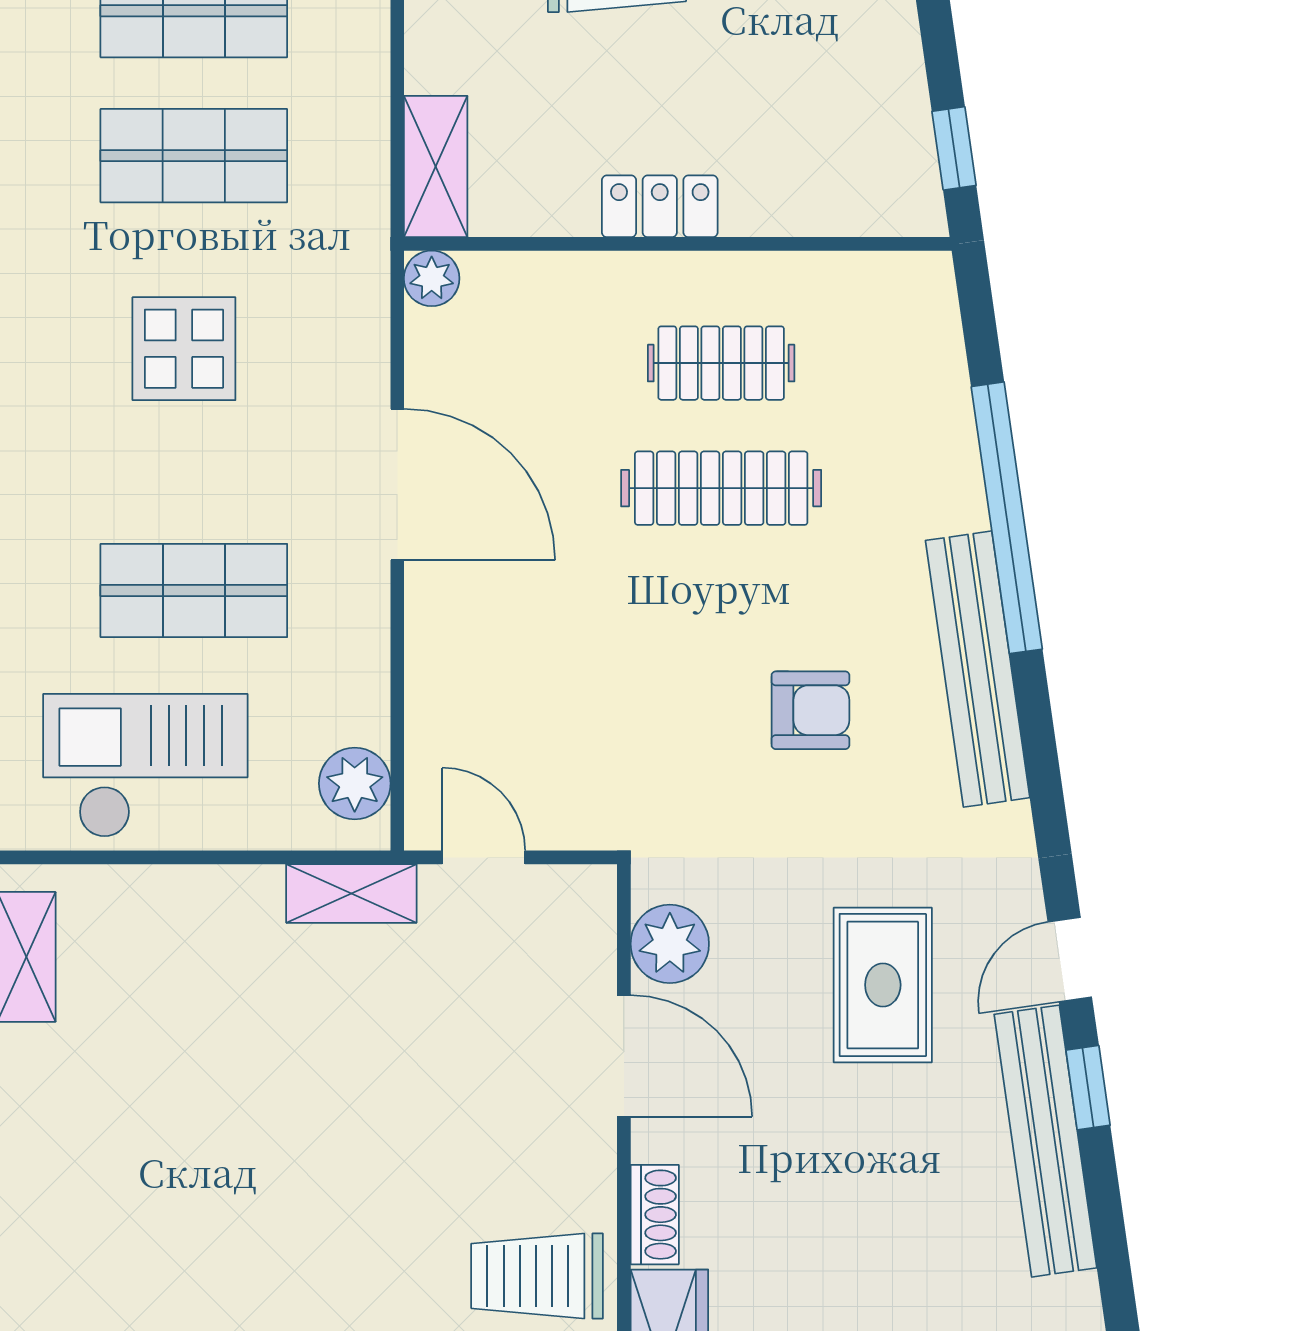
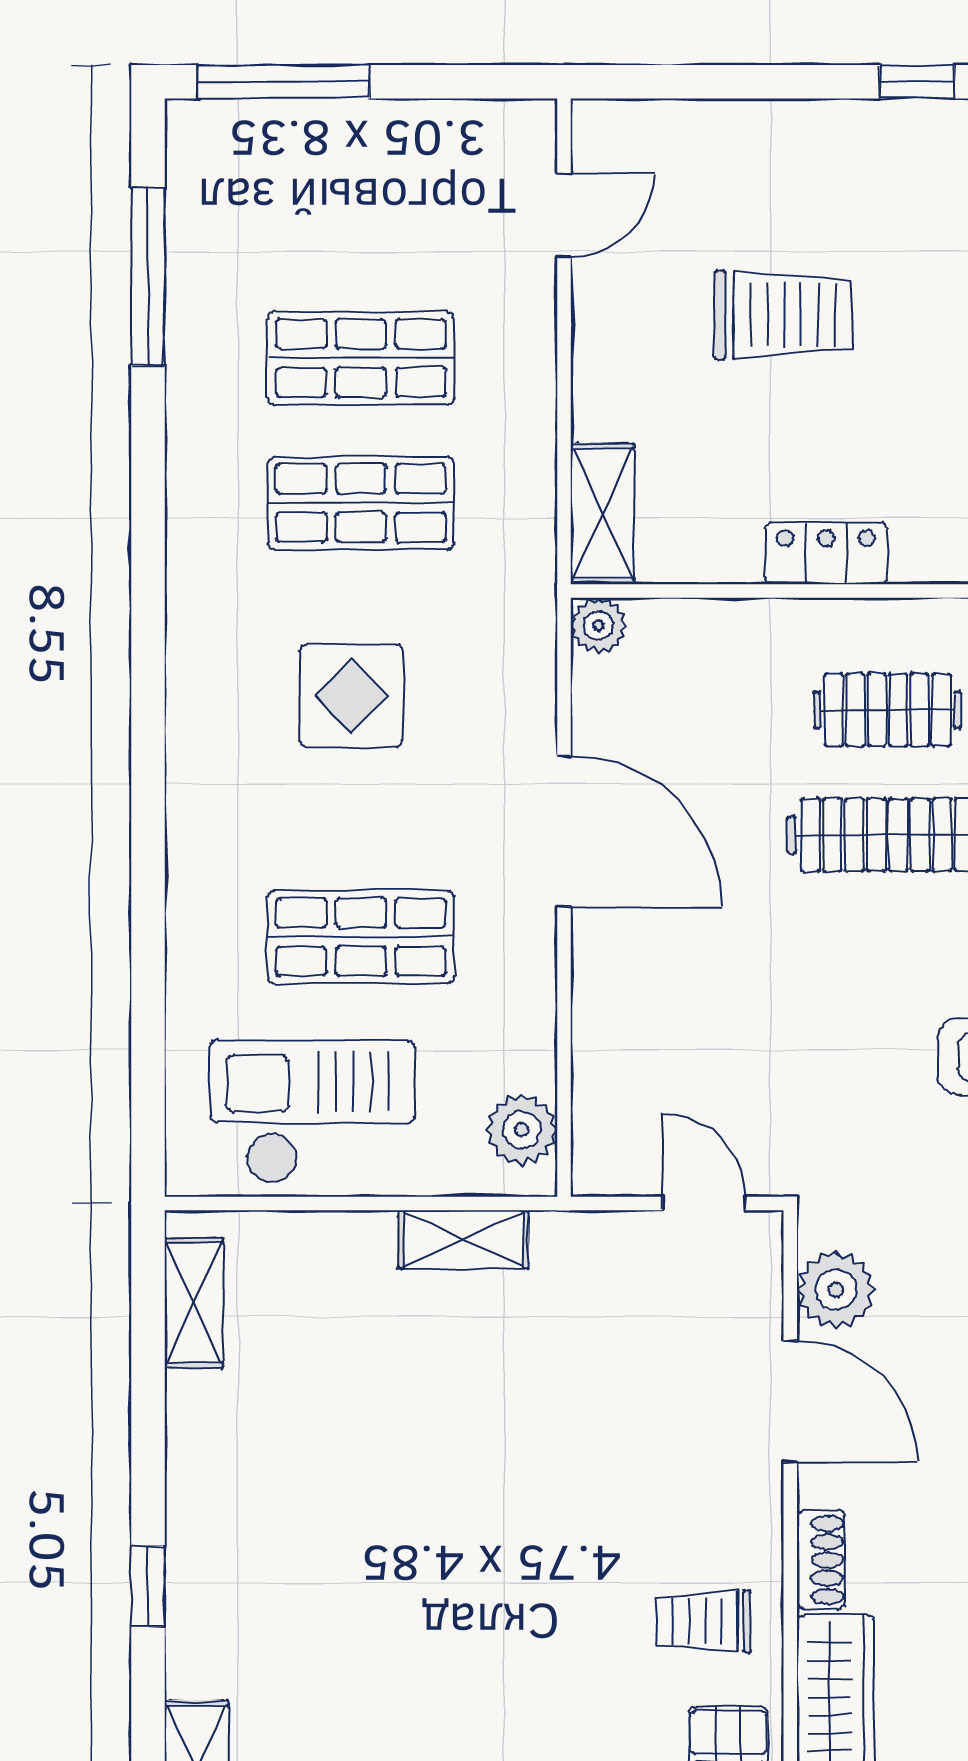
door: (484, 857) -> (704, 1203), moved
shelving: (351, 893) -> (463, 1239), moved
trolley: (537, 1276) -> (704, 1621), width x0.73, depth x0.72

